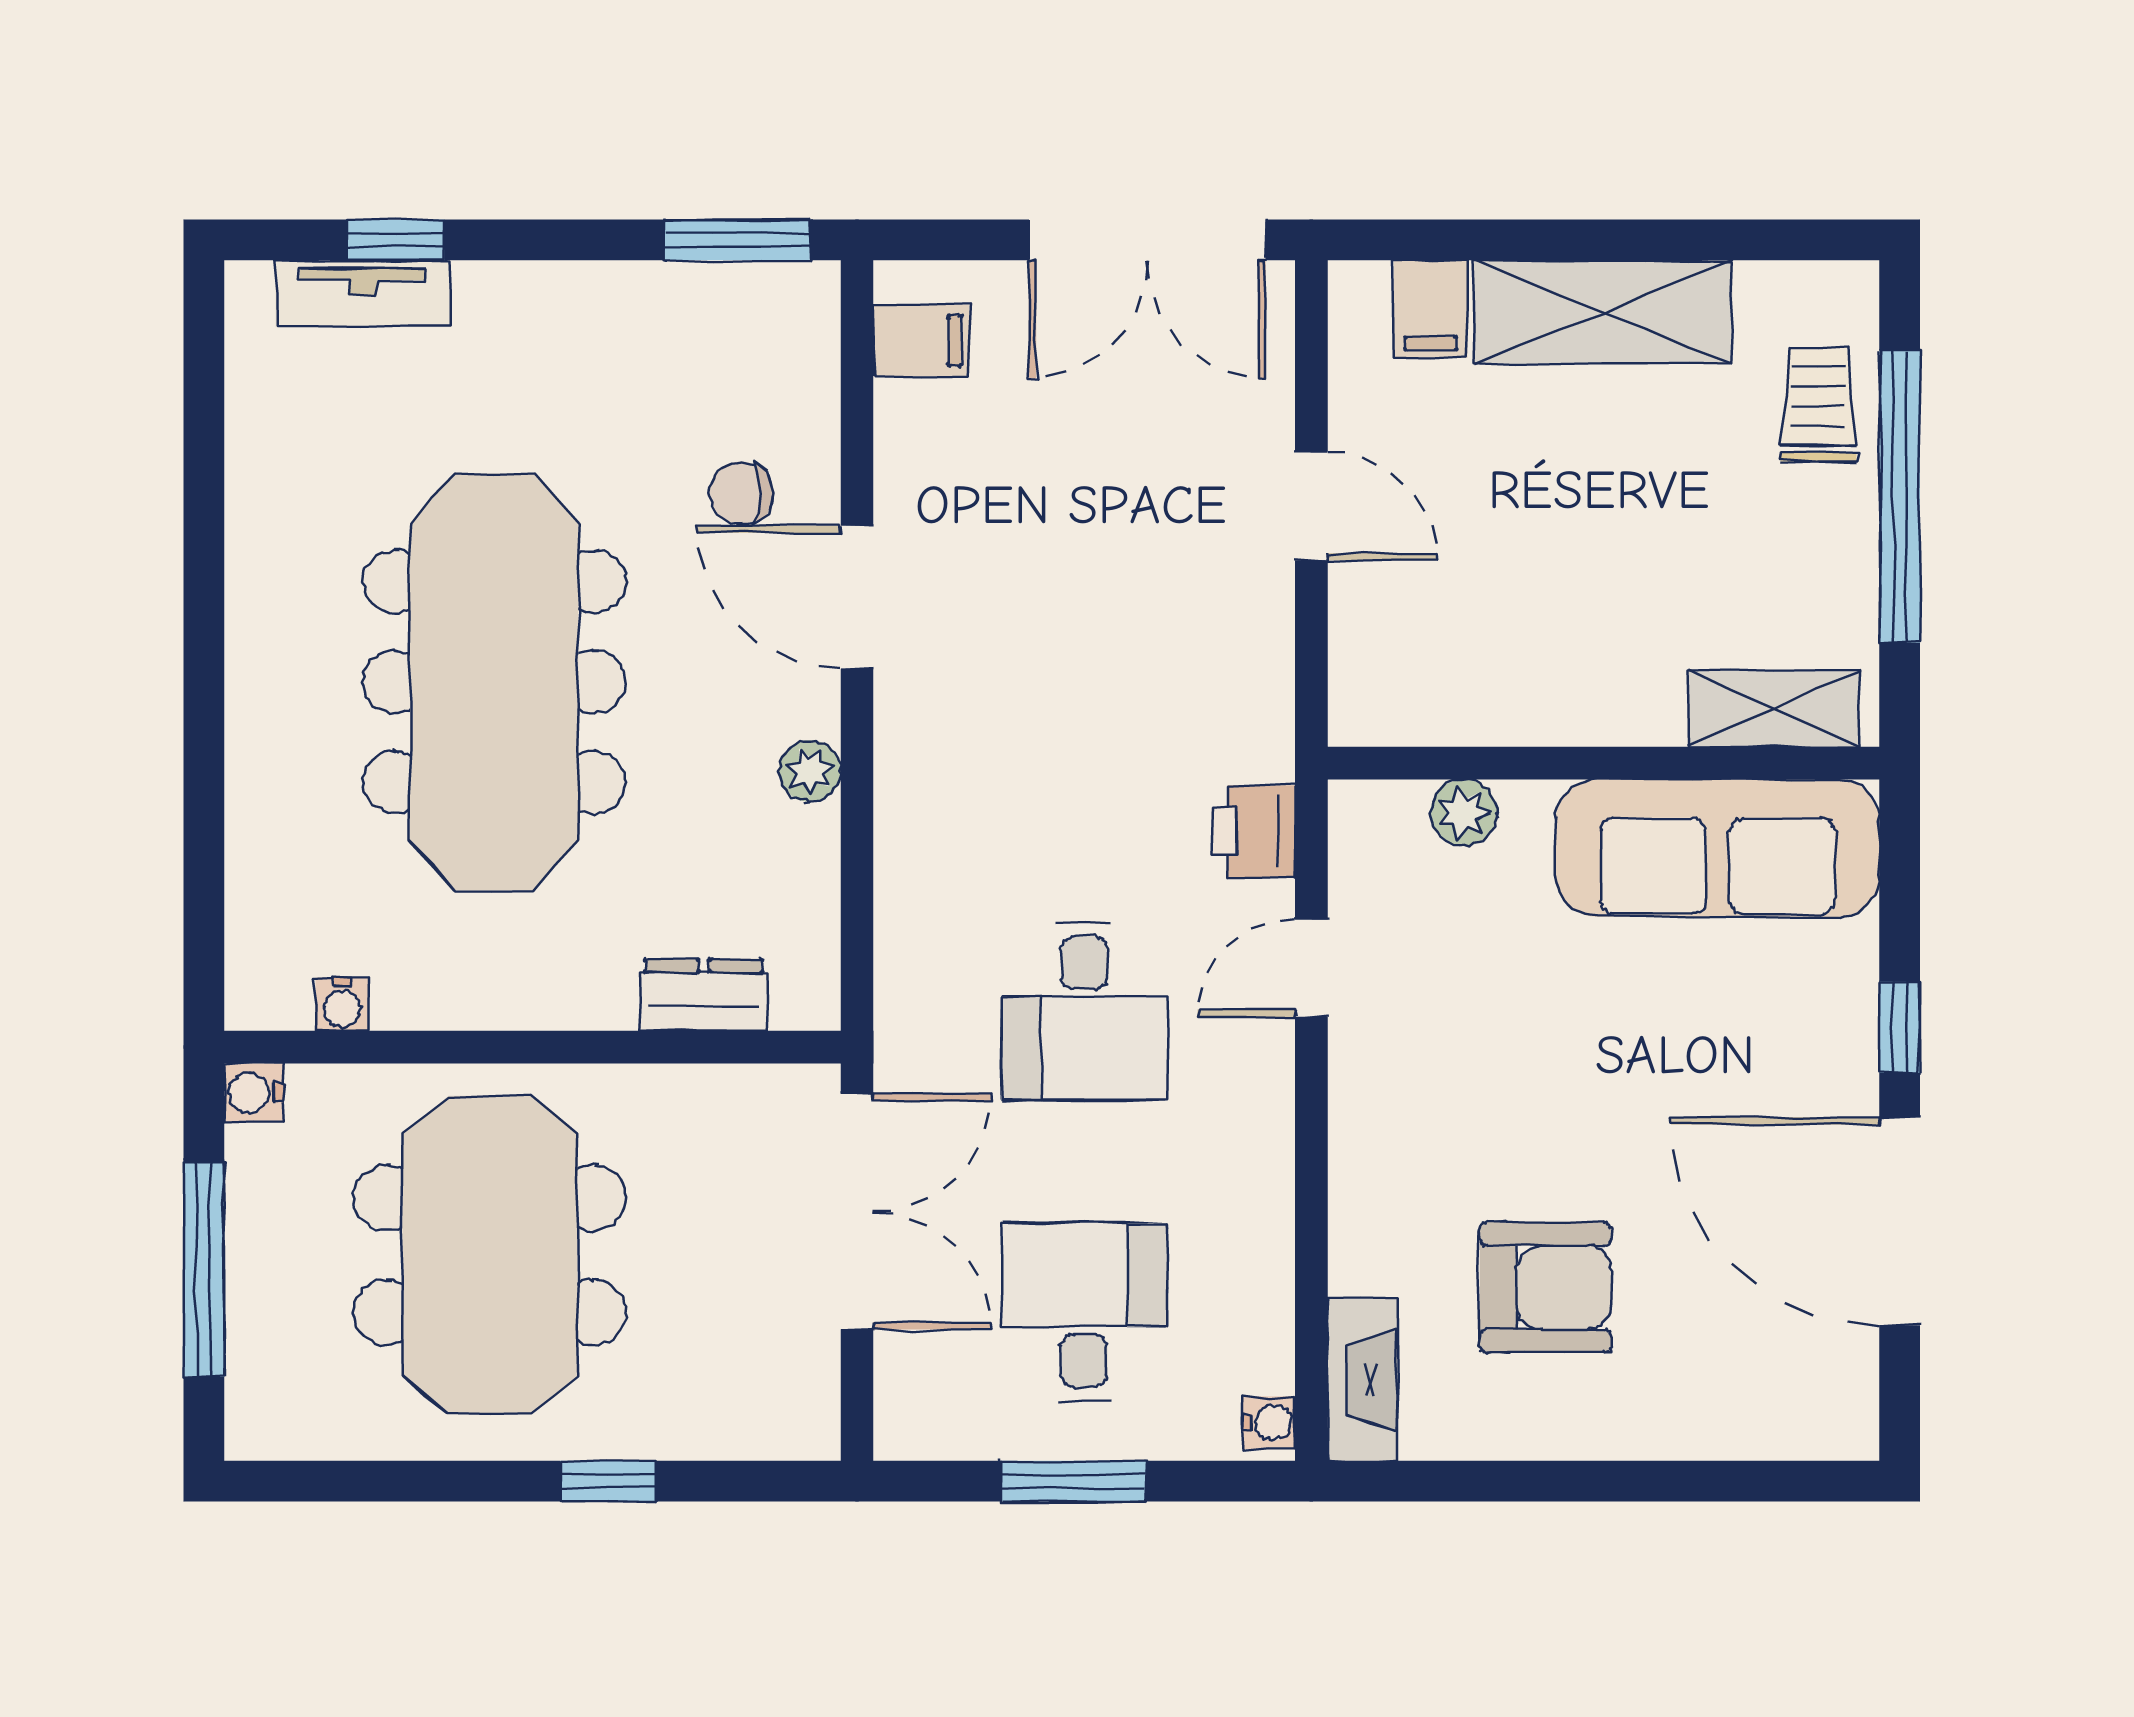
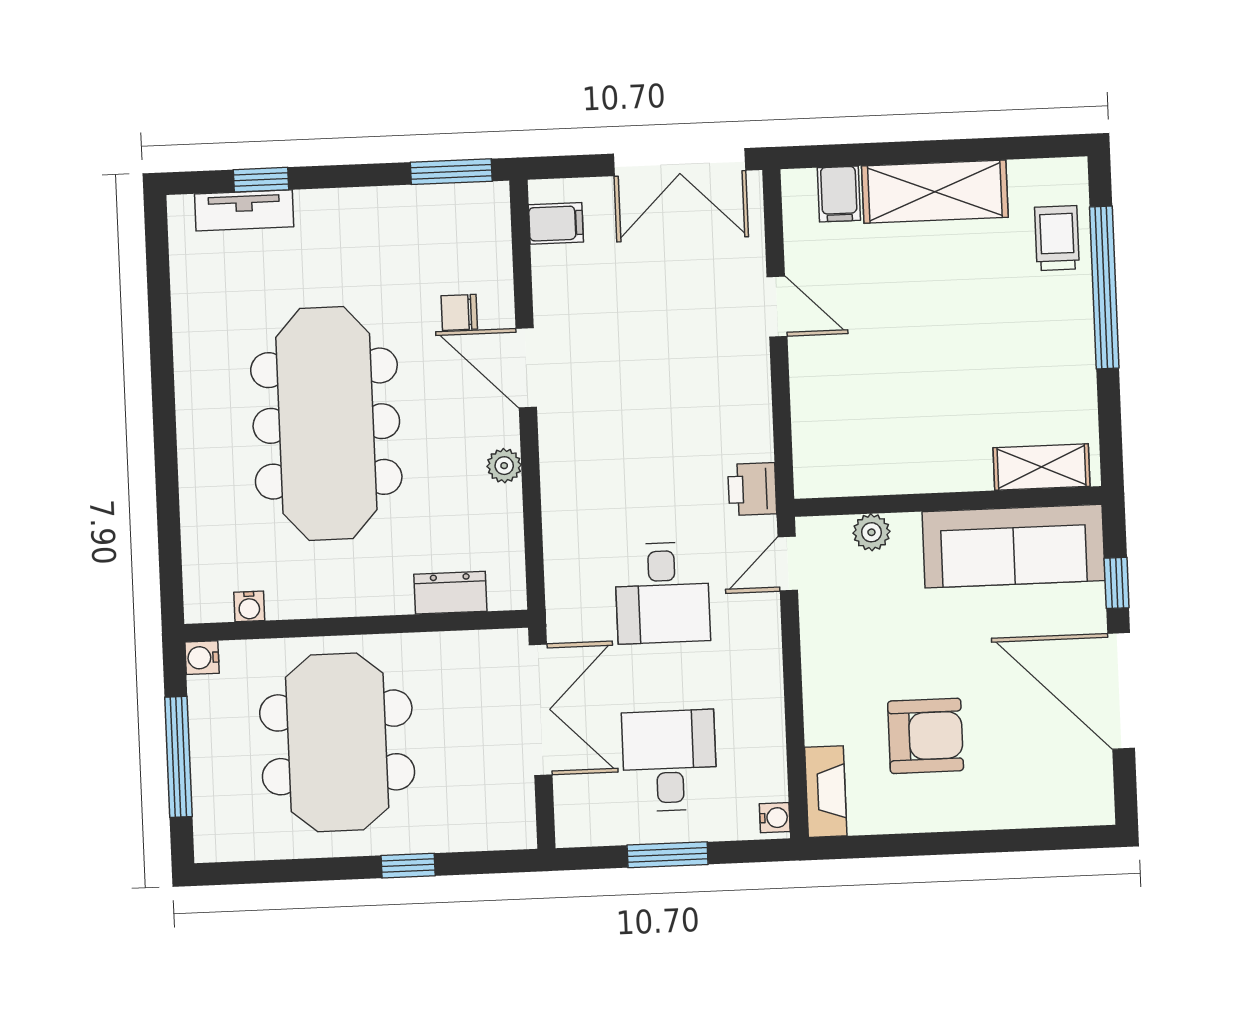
shelving: (1774, 708) -> (1042, 467), moved
wall: (1603, 763) -> (948, 501), moved
plant: (1464, 813) -> (871, 532), moved
sofa: (1718, 848) -> (1014, 546), moved

